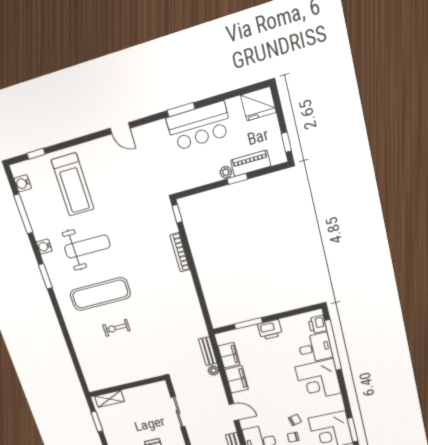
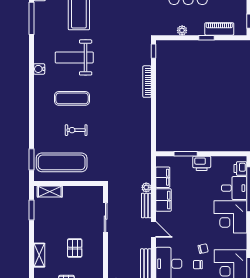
plant: (226, 172) -> (182, 30), moved
water cooler: (44, 247) -> (39, 69), moved
weight bench: (87, 247) -> (74, 57), turned 180
window: (45, 276) -> (31, 159), moved
exercise mat: (100, 294) -> (72, 98), width x0.73, depth x0.69
bench: (208, 351) -> (146, 206), moved
exercise mat: (112, 366) -> (62, 162), added

